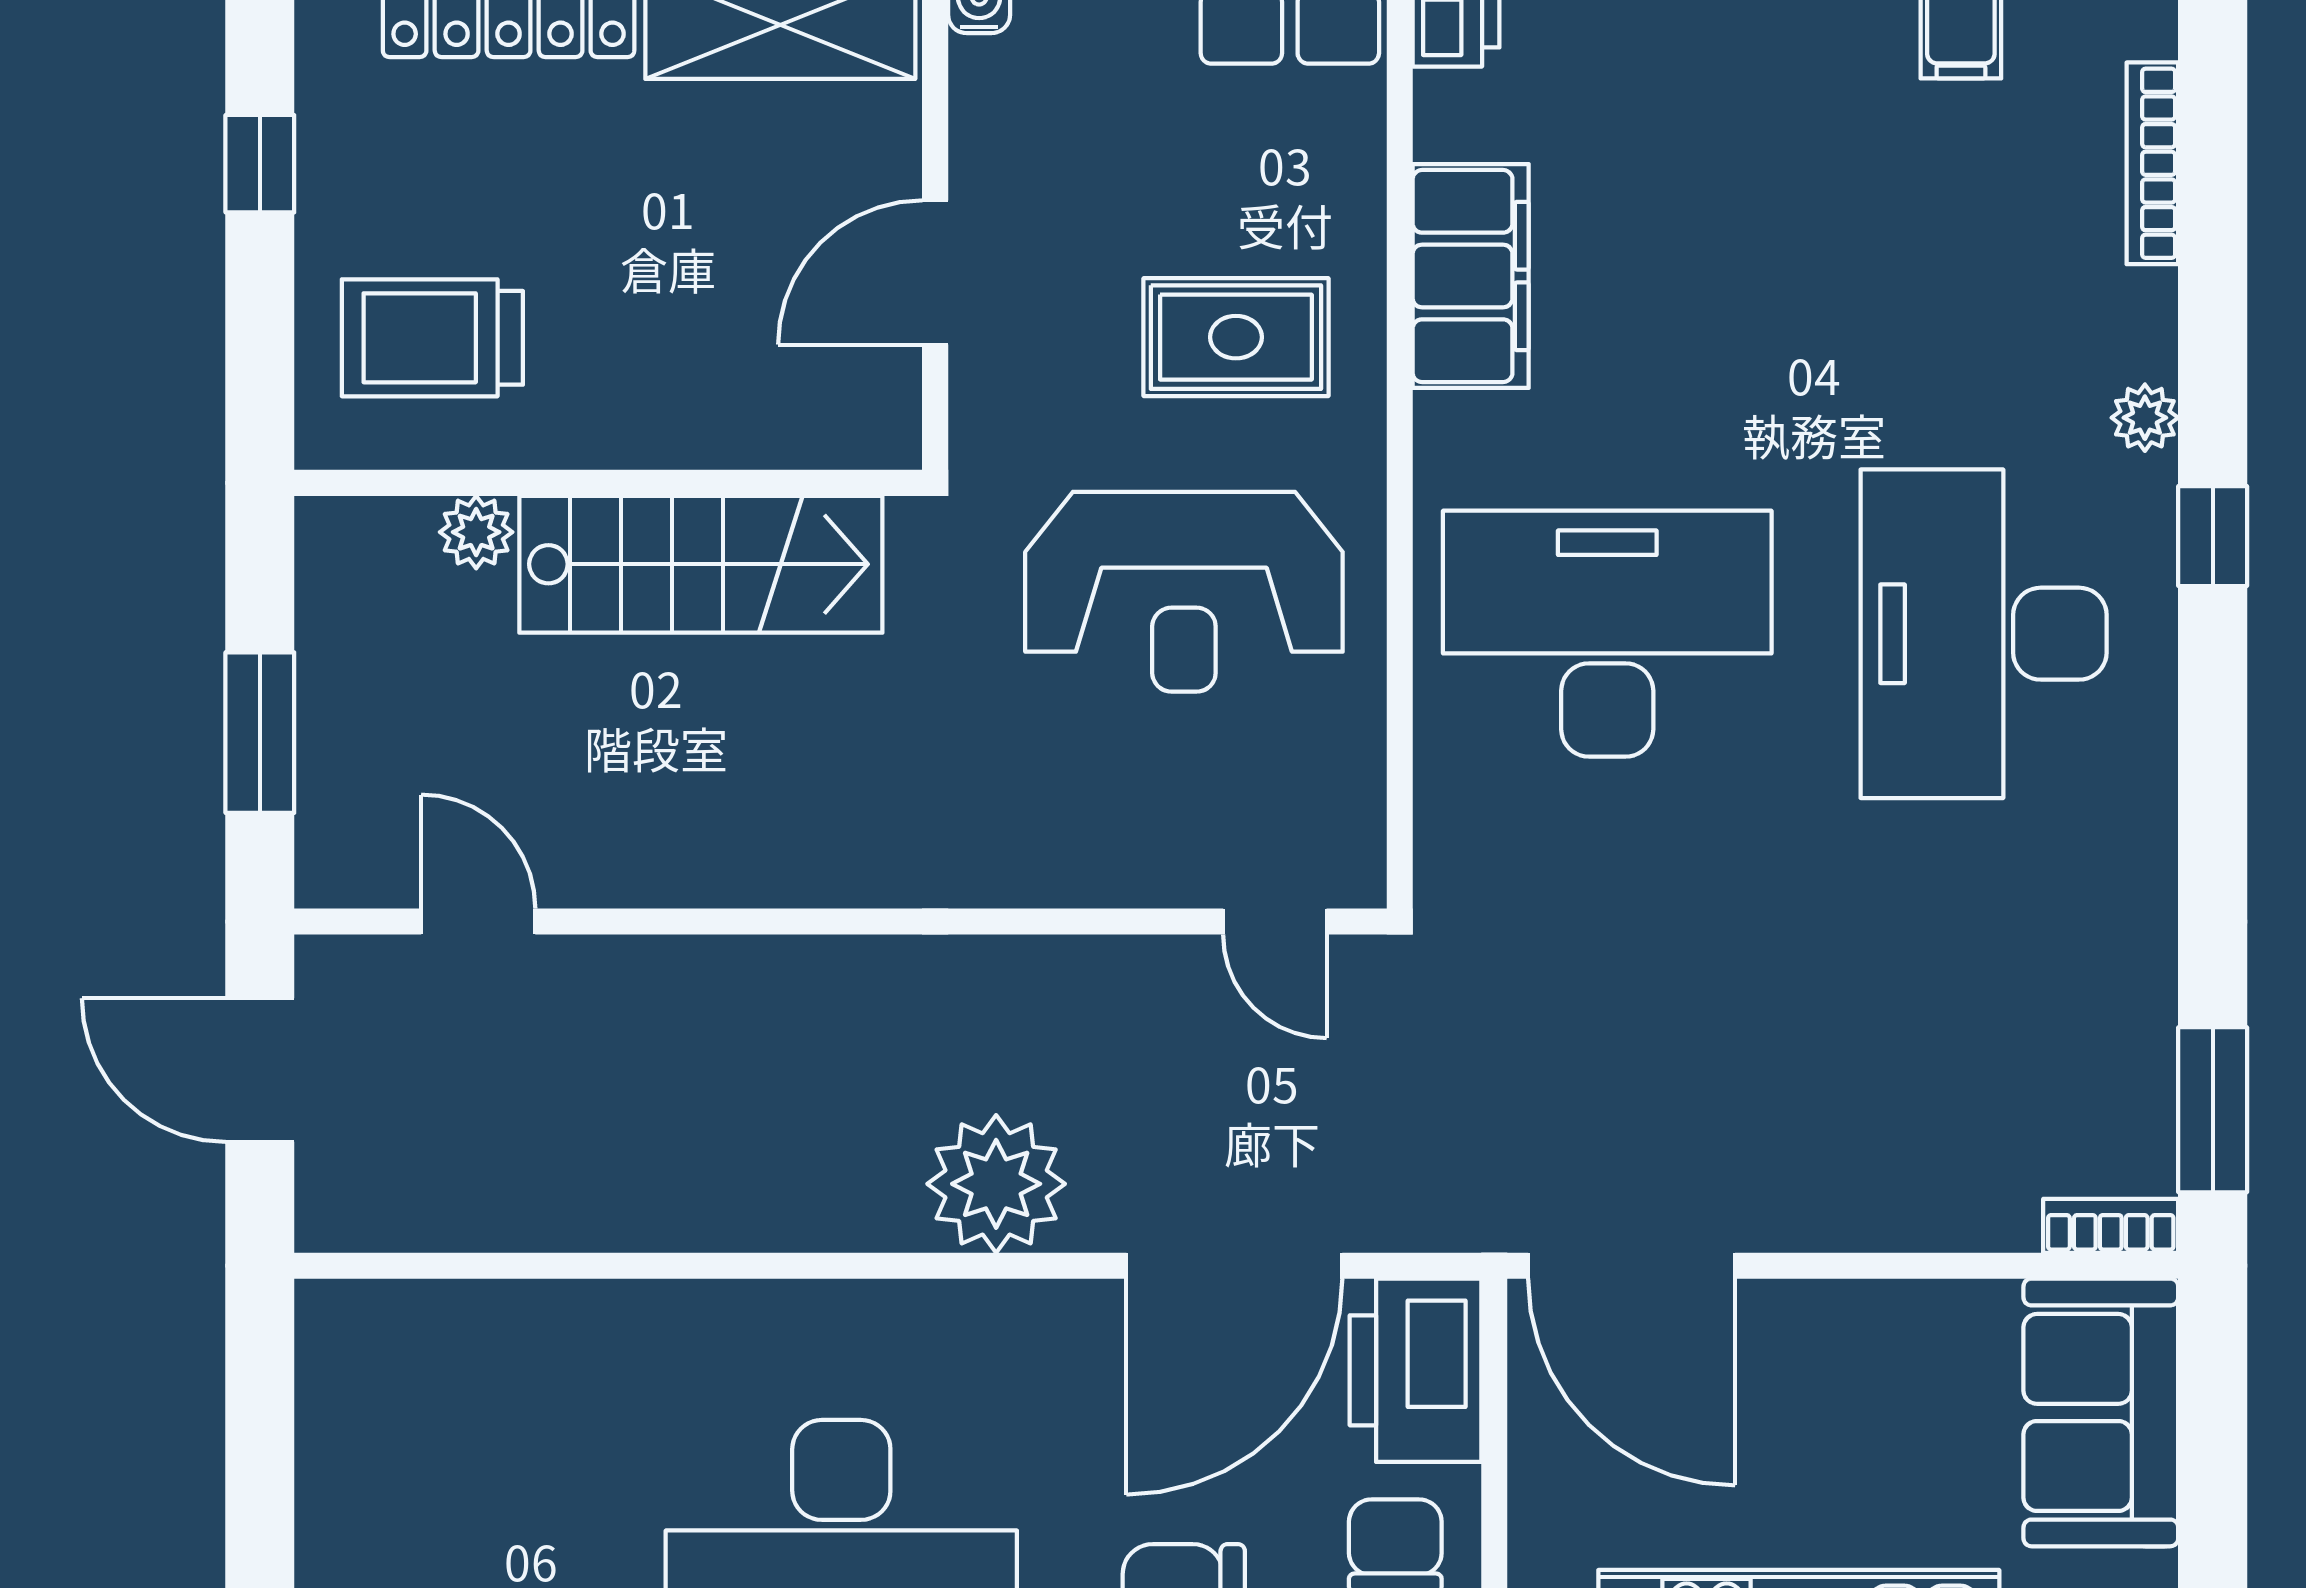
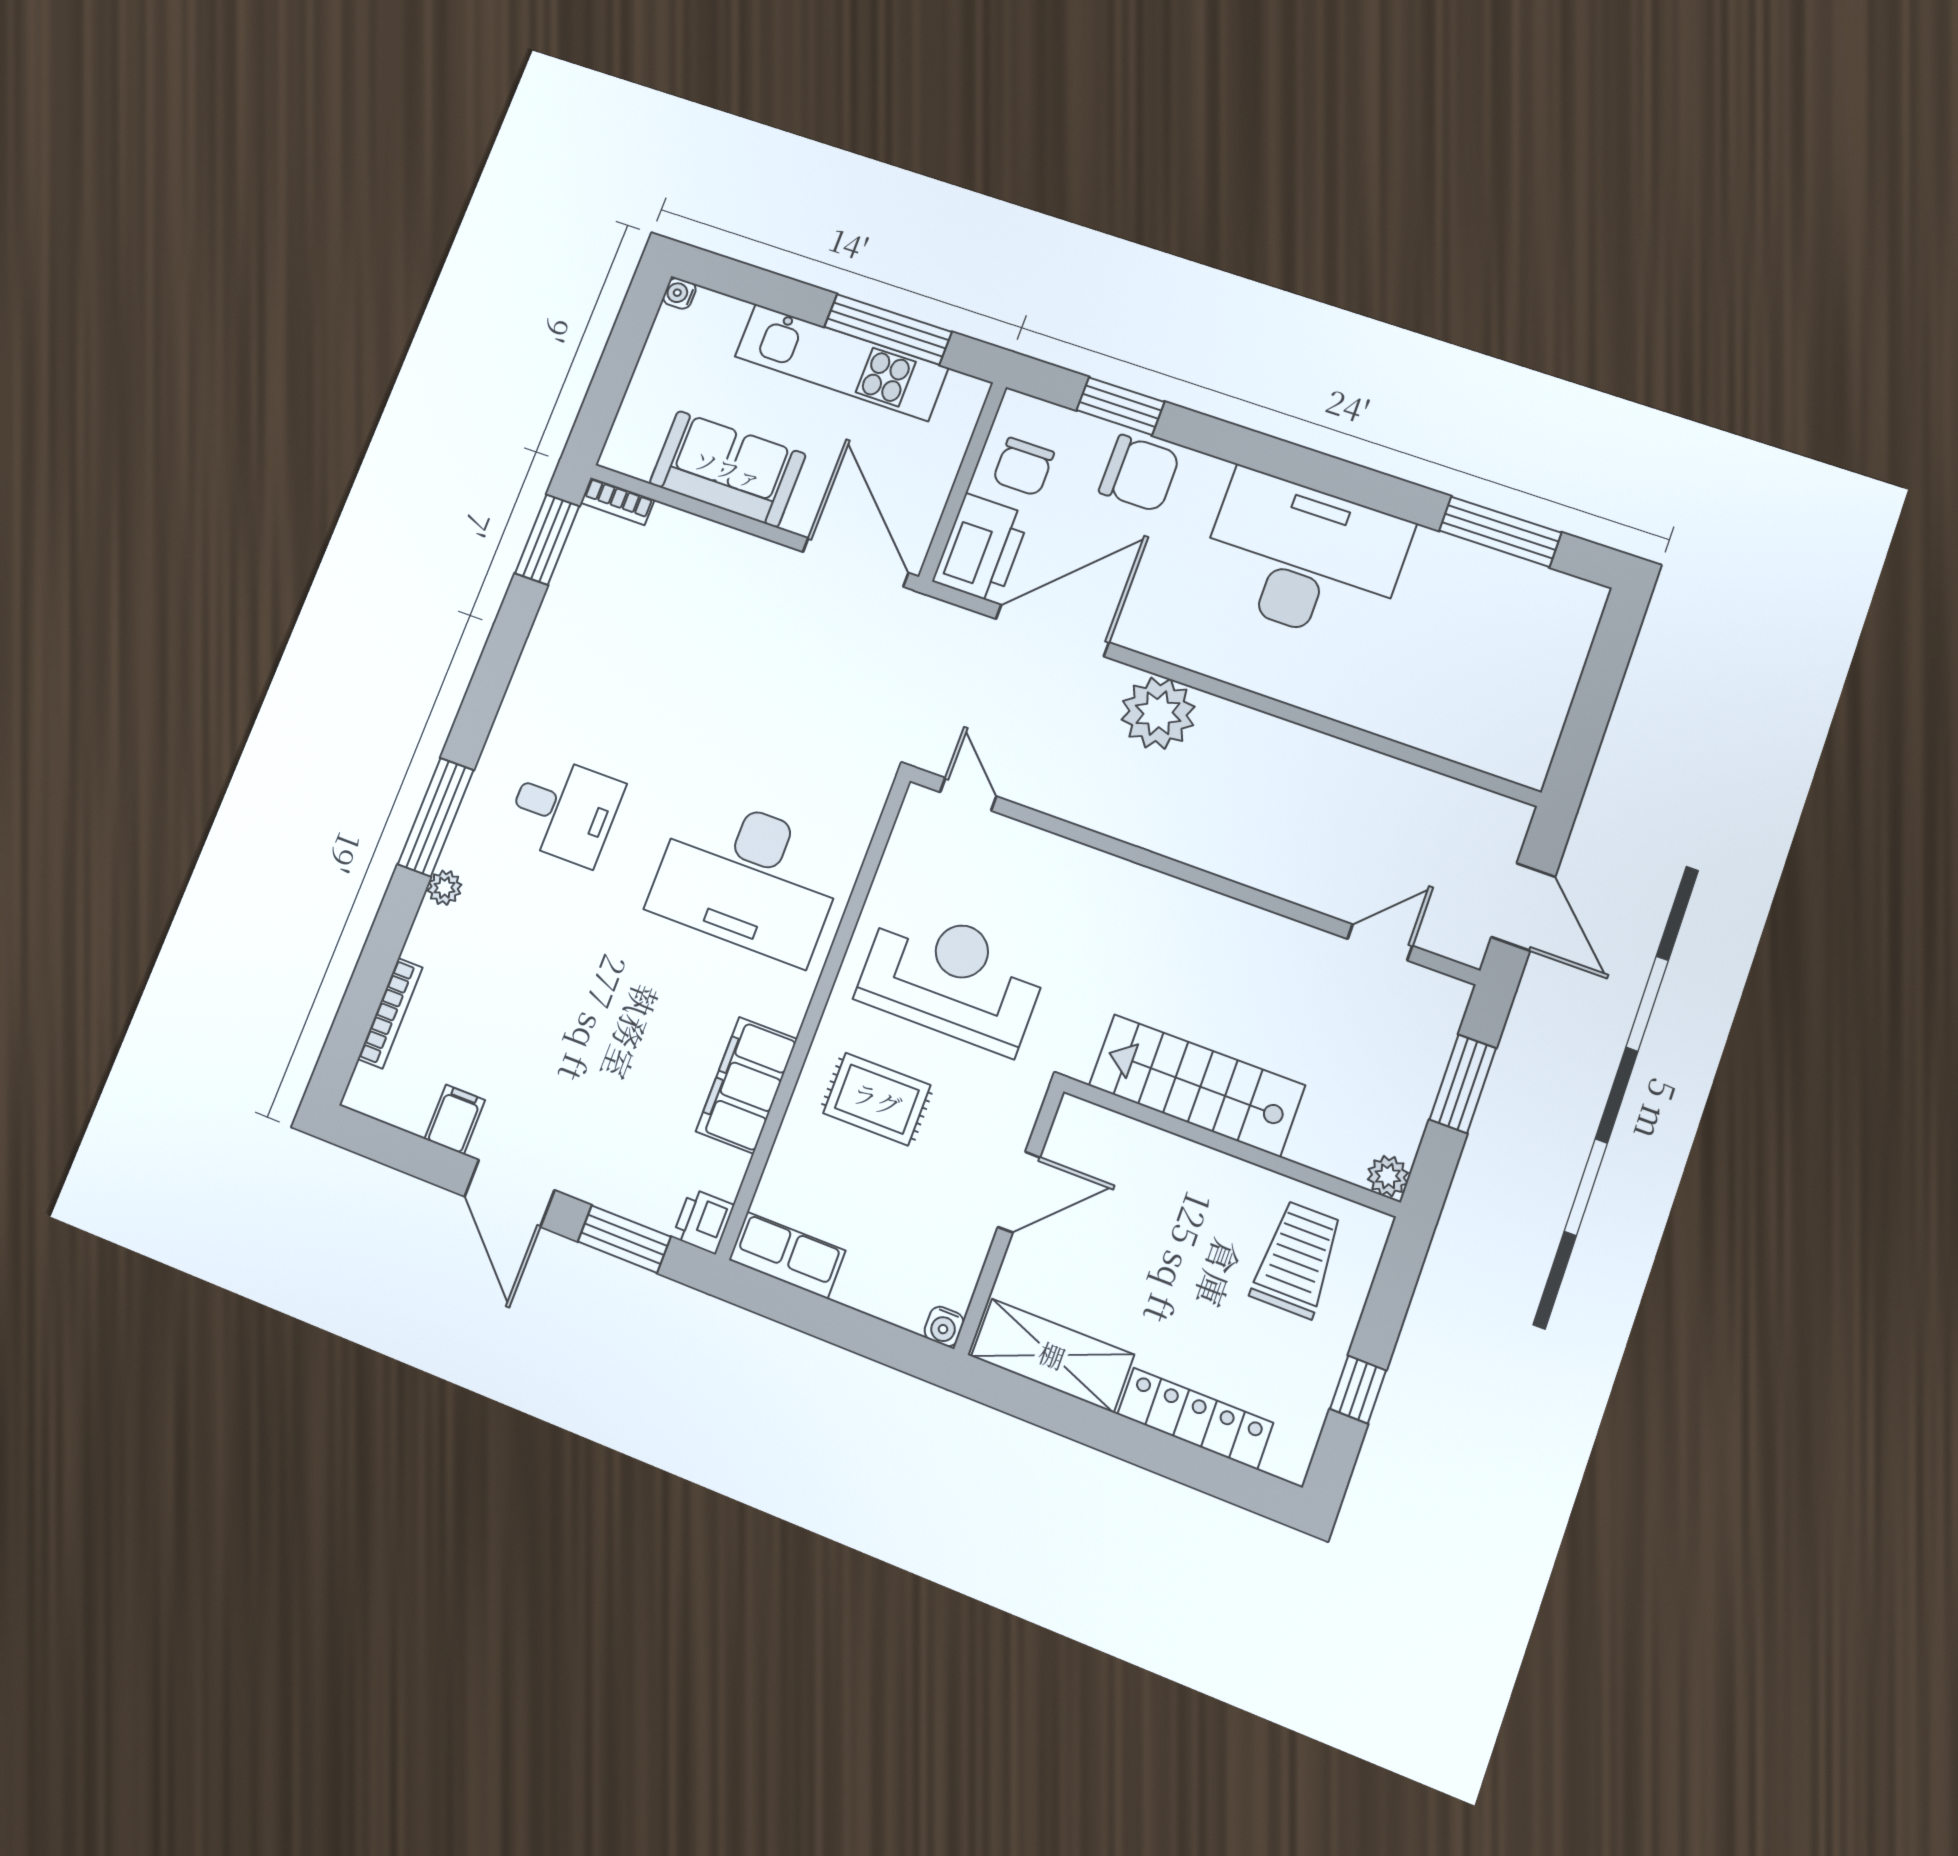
trolley: (432, 338) -> (1297, 1259), turned -90
plant: (476, 532) -> (1388, 1176), moved
window: (2213, 536) -> (436, 817), width x2.17
desk: (1984, 634) -> (564, 810), width x0.53, depth x0.77
door: (478, 922) -> (1380, 942), swing flipped
sofa: (2101, 1412) -> (728, 469), moved, turned -90

